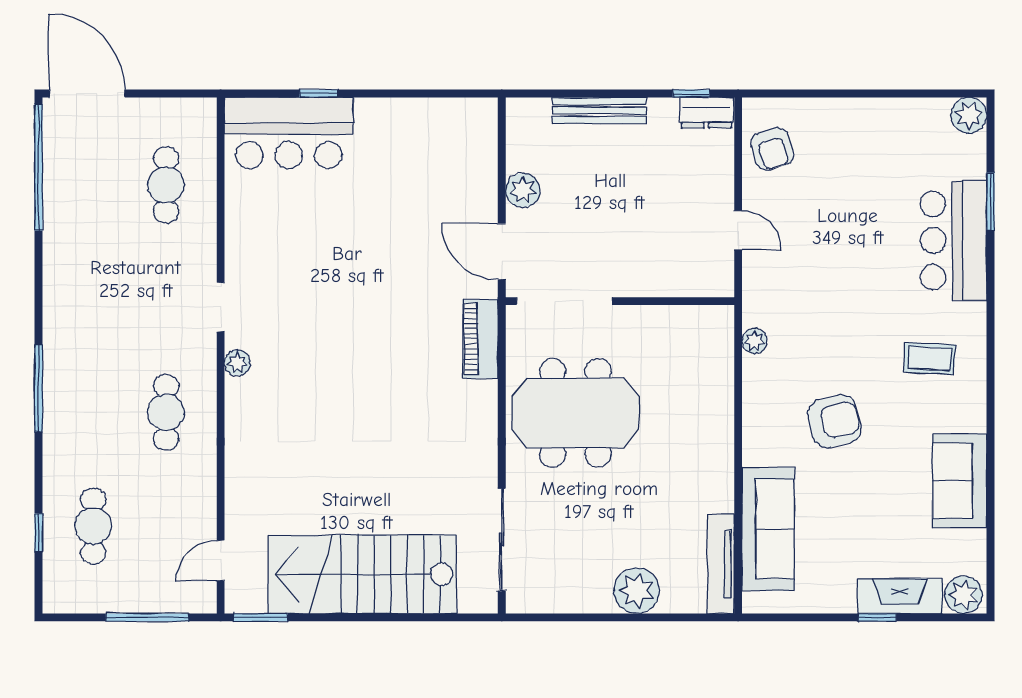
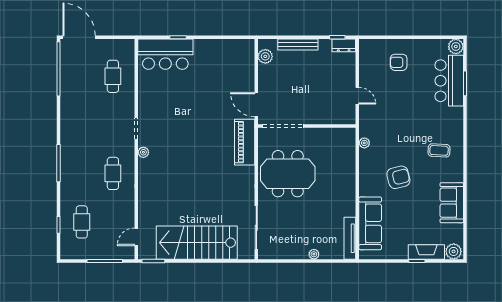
armchair: (772, 149) -> (399, 62), moved, turned 108
plant: (523, 190) -> (265, 56), moved
bar counter: (953, 241) -> (449, 81), moved
piano: (480, 339) -> (245, 142), width x1.37, depth x1.33
plant: (637, 591) -> (314, 254), width x0.53, depth x0.53

